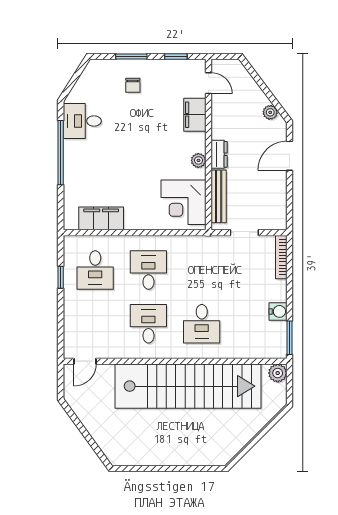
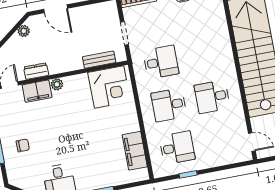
dresser: (219, 154) -> (36, 71), moved
plant: (198, 160) -> (57, 84), moved
bench: (219, 196) -> (99, 60), width x0.73
desk: (202, 324) -> (161, 62), moved

